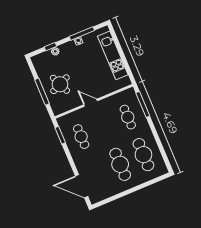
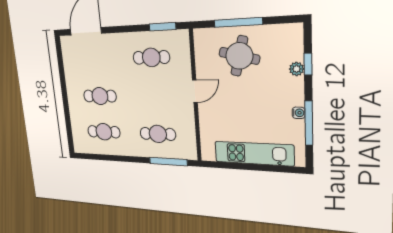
round table: (60, 84) -> (239, 56), turned 38
cafe table: (143, 155) -> (104, 132), width x0.73, depth x0.74
cafe table: (120, 164) -> (100, 96), width x0.73, depth x0.74

